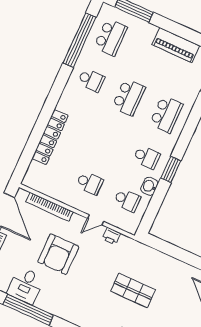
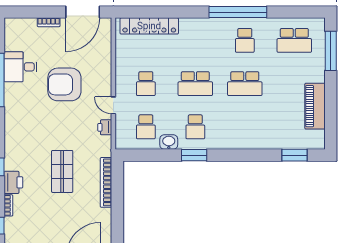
window: (80, 40) -> (238, 12), moved
school desk: (166, 114) -> (195, 84), moved
locker: (50, 137) -> (149, 26), moved
bookcase: (50, 207) -> (106, 182), moved

